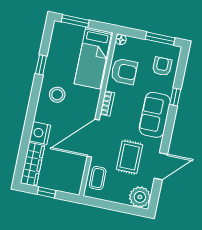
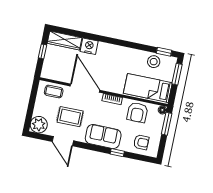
window: (160, 39) -> (167, 124), moved
window: (41, 65) -> (164, 52), moved
stool: (57, 95) -> (154, 62), moved

